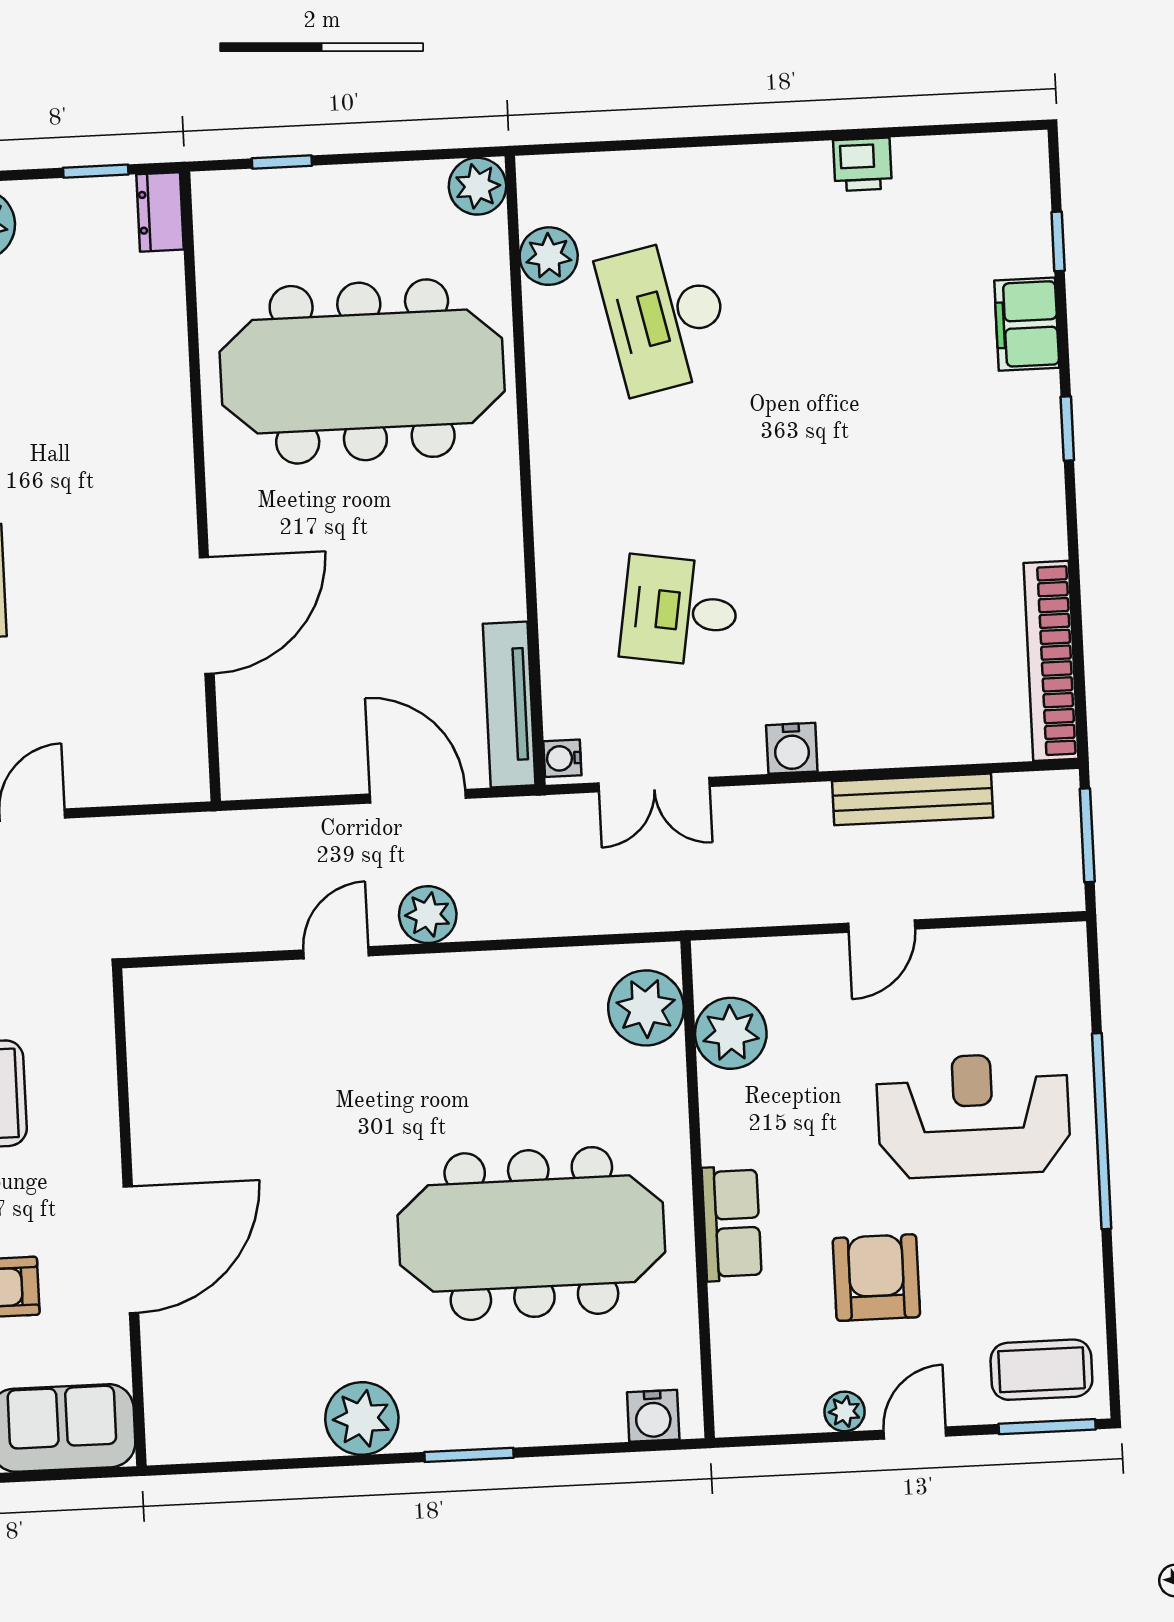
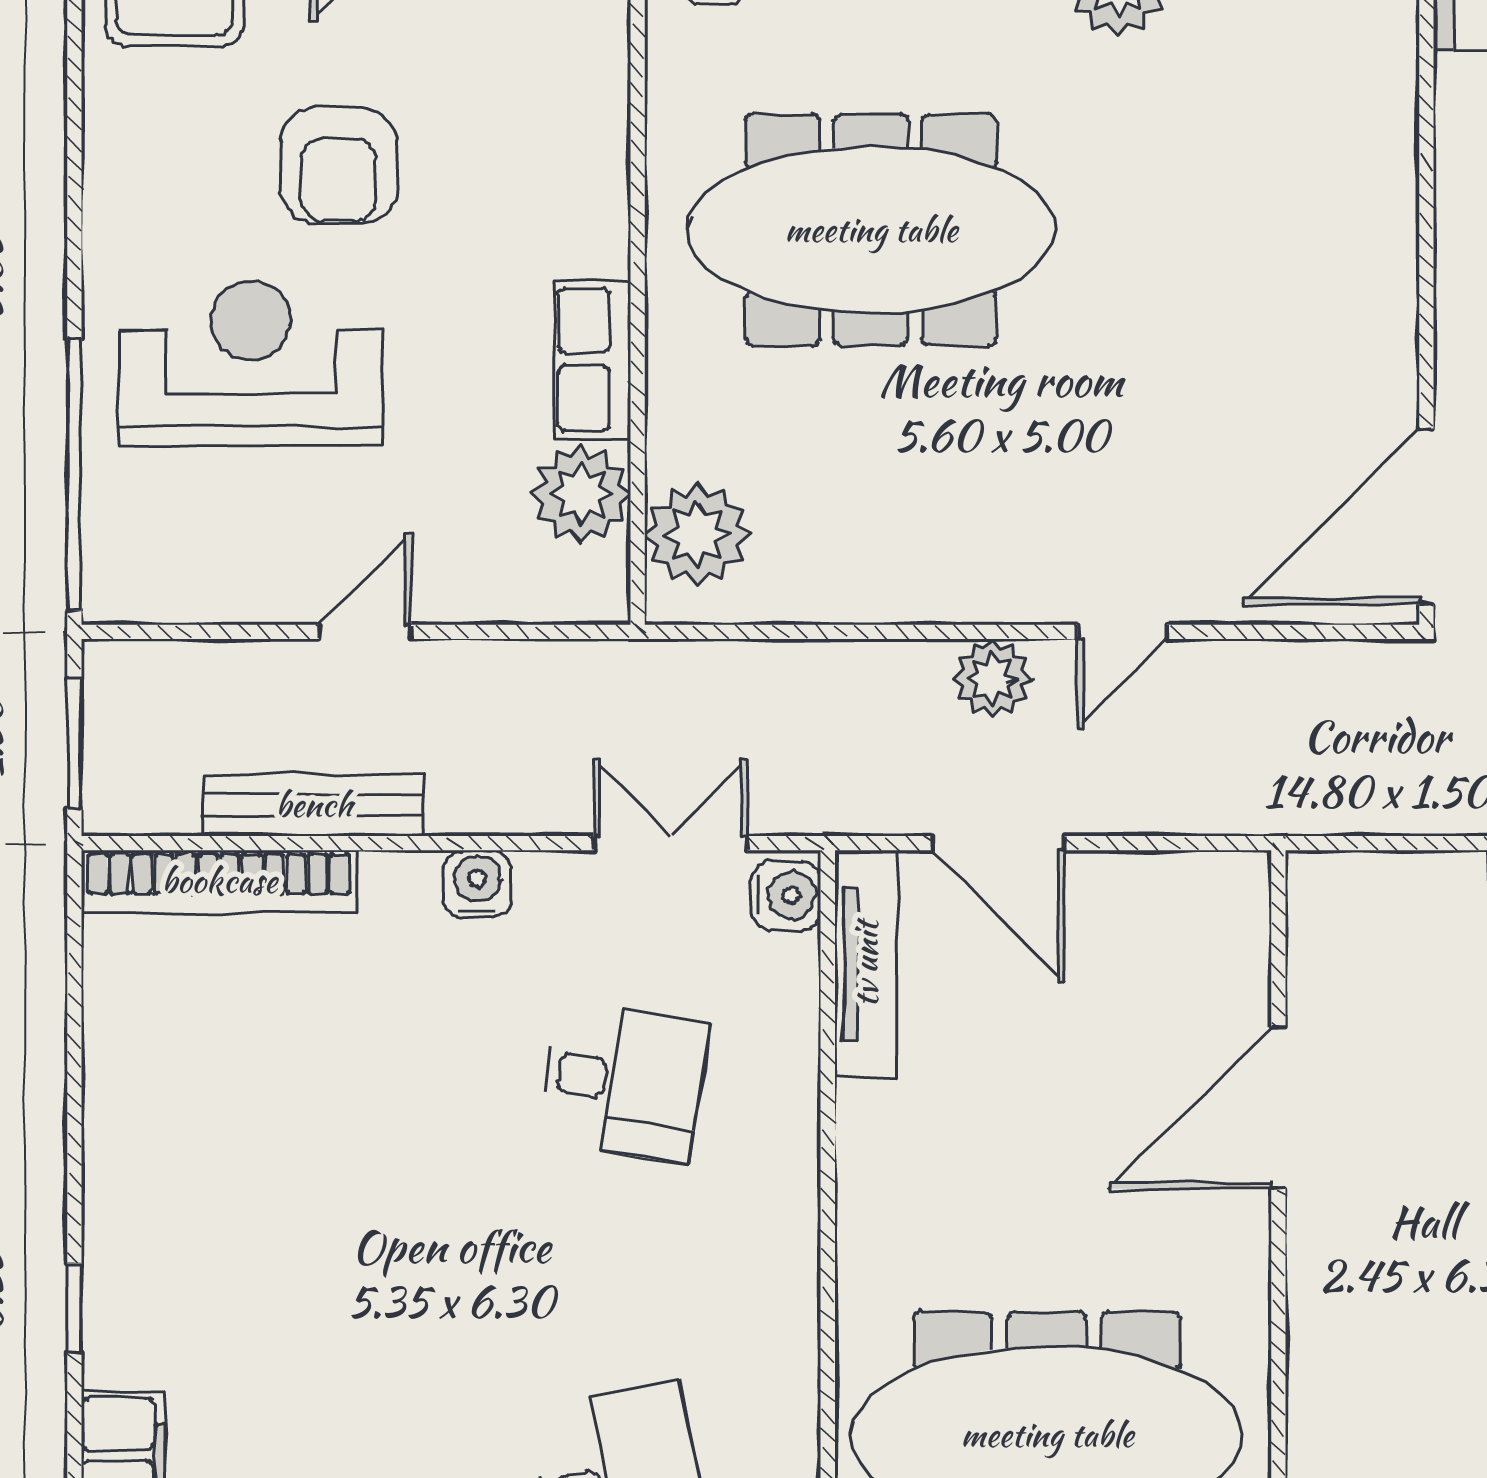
bookcase: (1051, 661) -> (219, 881), moved, turned 90
water cooler: (562, 758) -> (786, 895), width x1.38, depth x1.38
reception desk: (973, 1115) -> (251, 364), turned 180
window: (1102, 1131) -> (74, 475), moved
row of seats: (732, 1223) -> (593, 359), moved
door: (131, 1250) -> (1426, 516), moved
armchair: (876, 1278) -> (339, 166), moved

